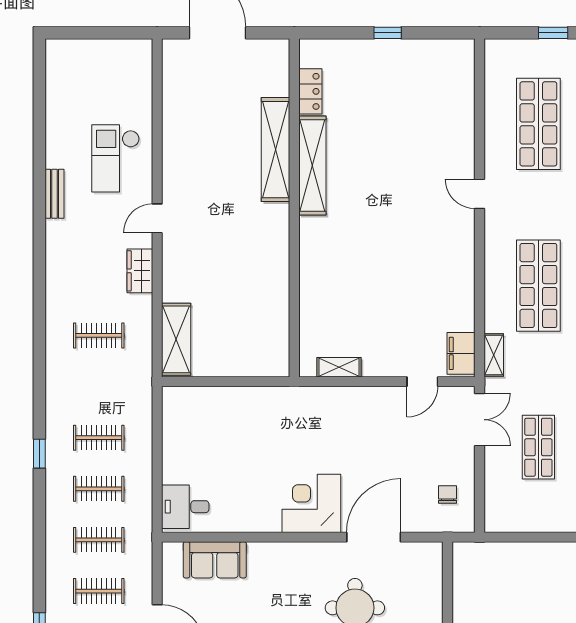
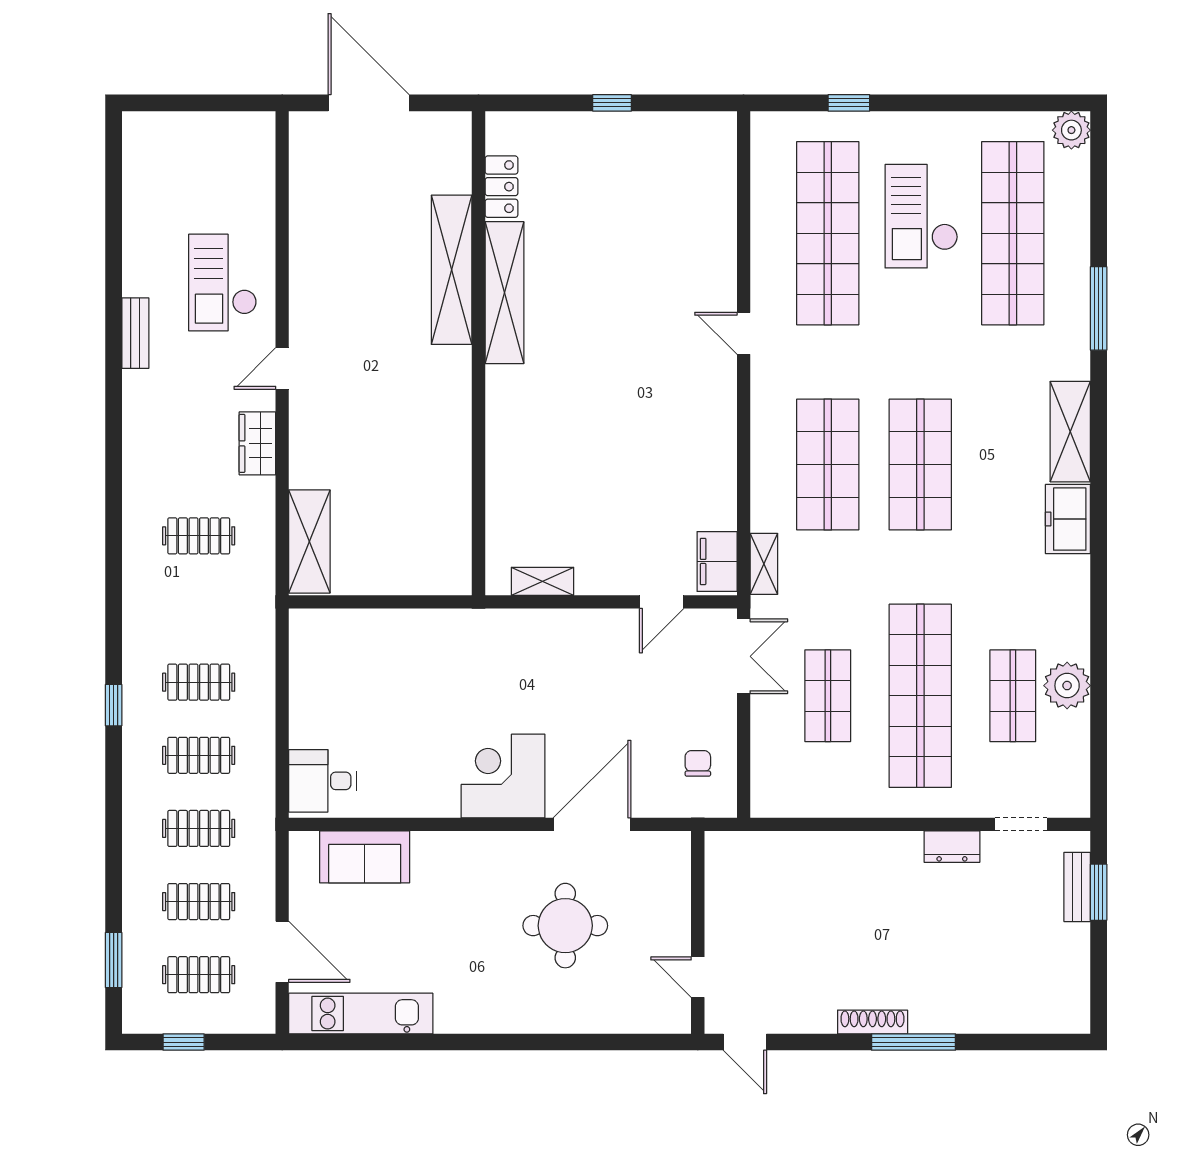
shop shelf: (538, 124) -> (828, 233), width x1.40

